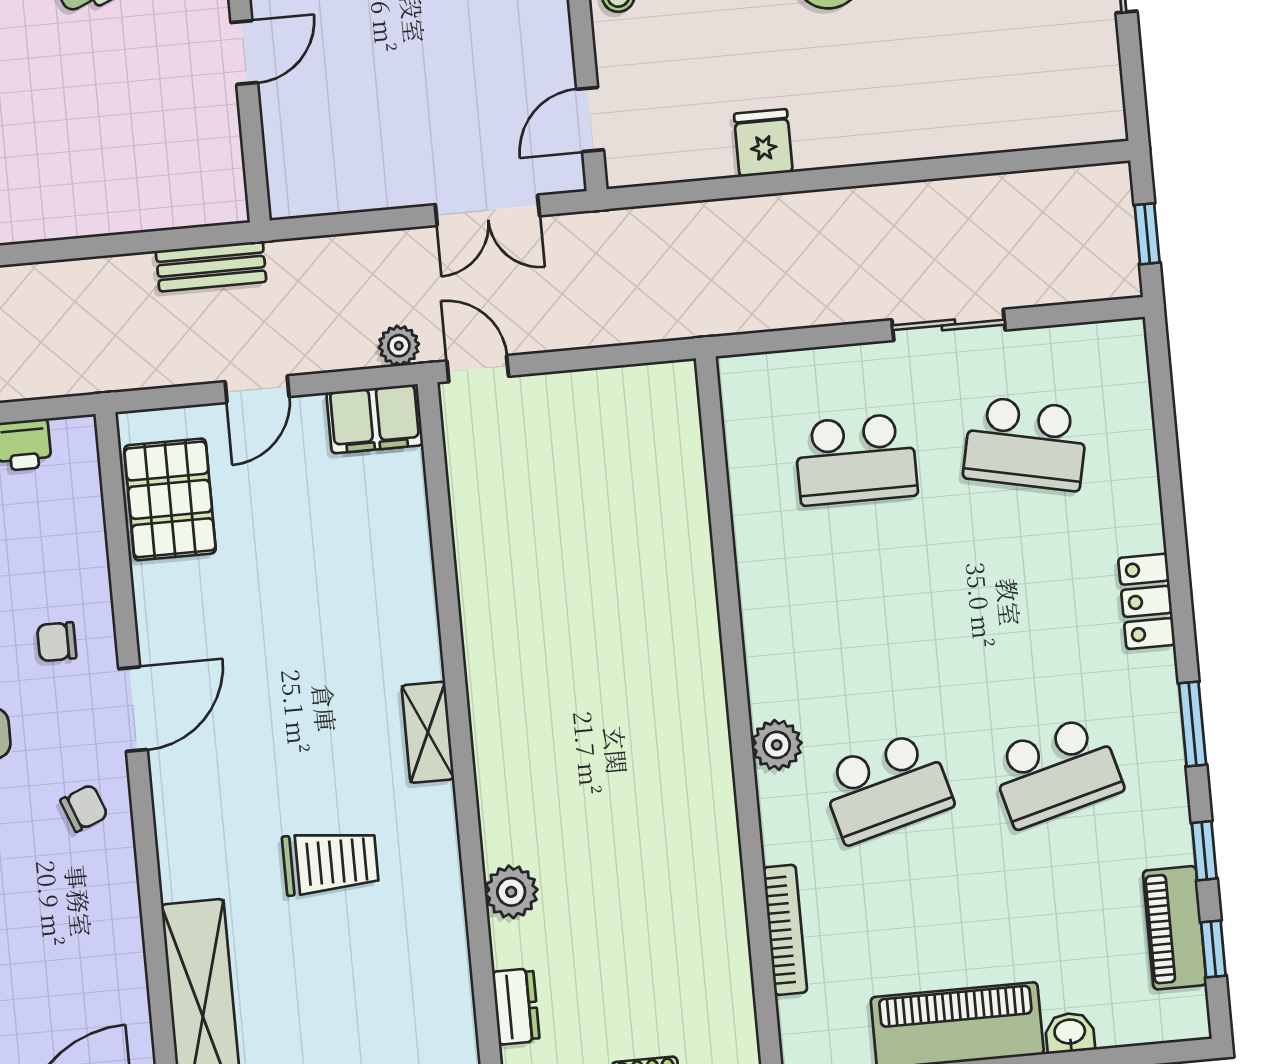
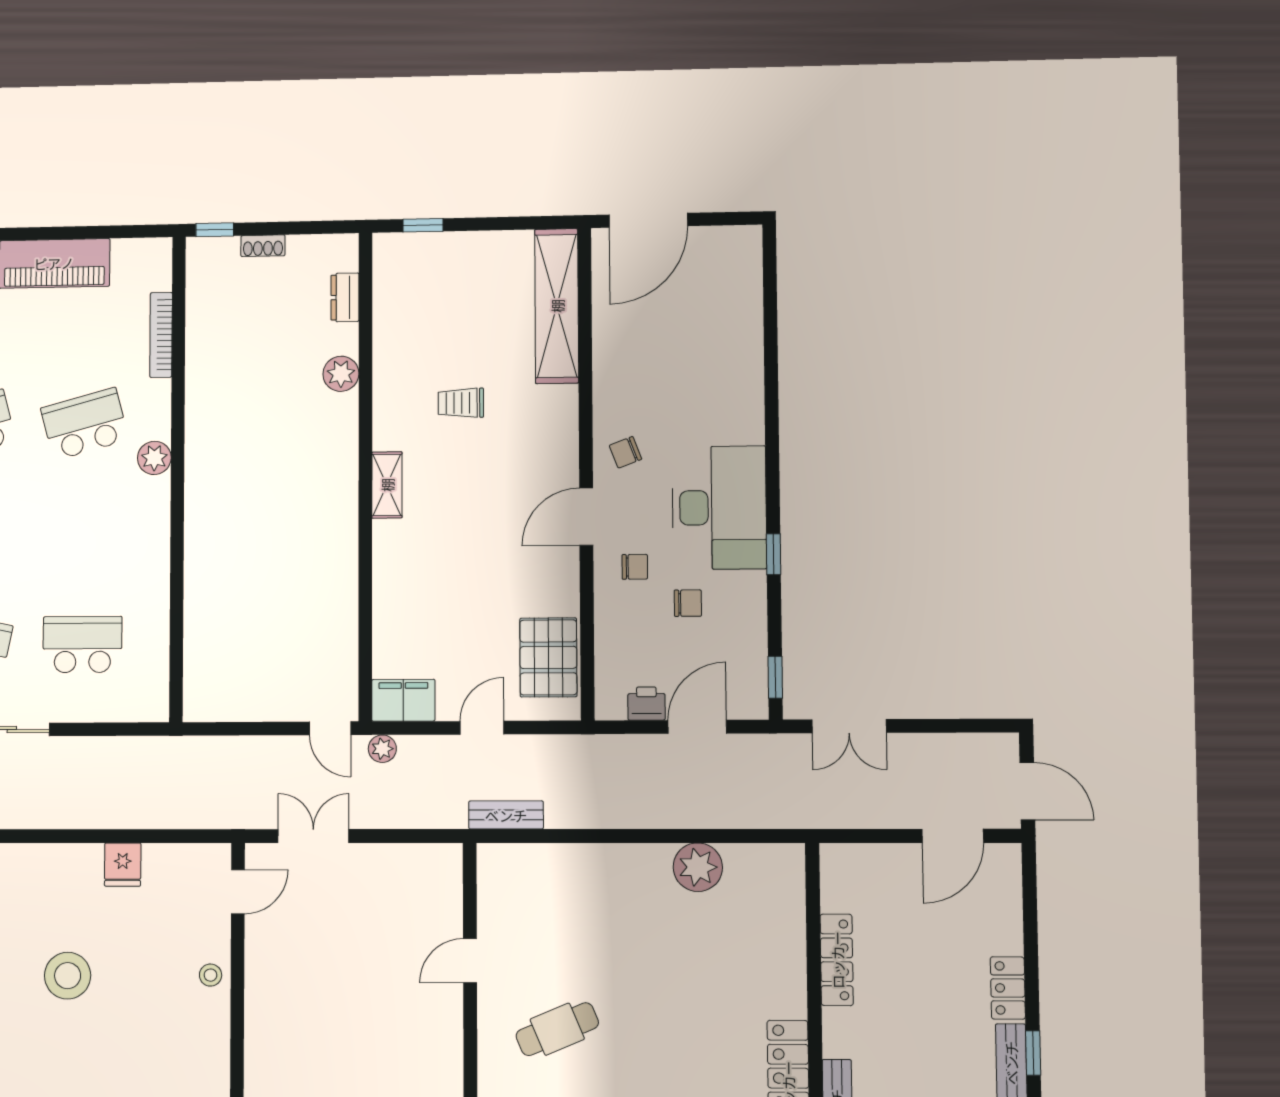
trolley: (330, 862) -> (461, 403), width x0.73, depth x0.72

